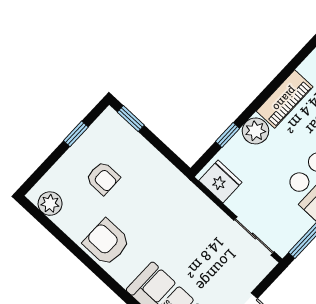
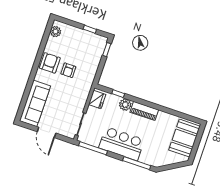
armchair: (103, 178) -> (68, 70), moved

